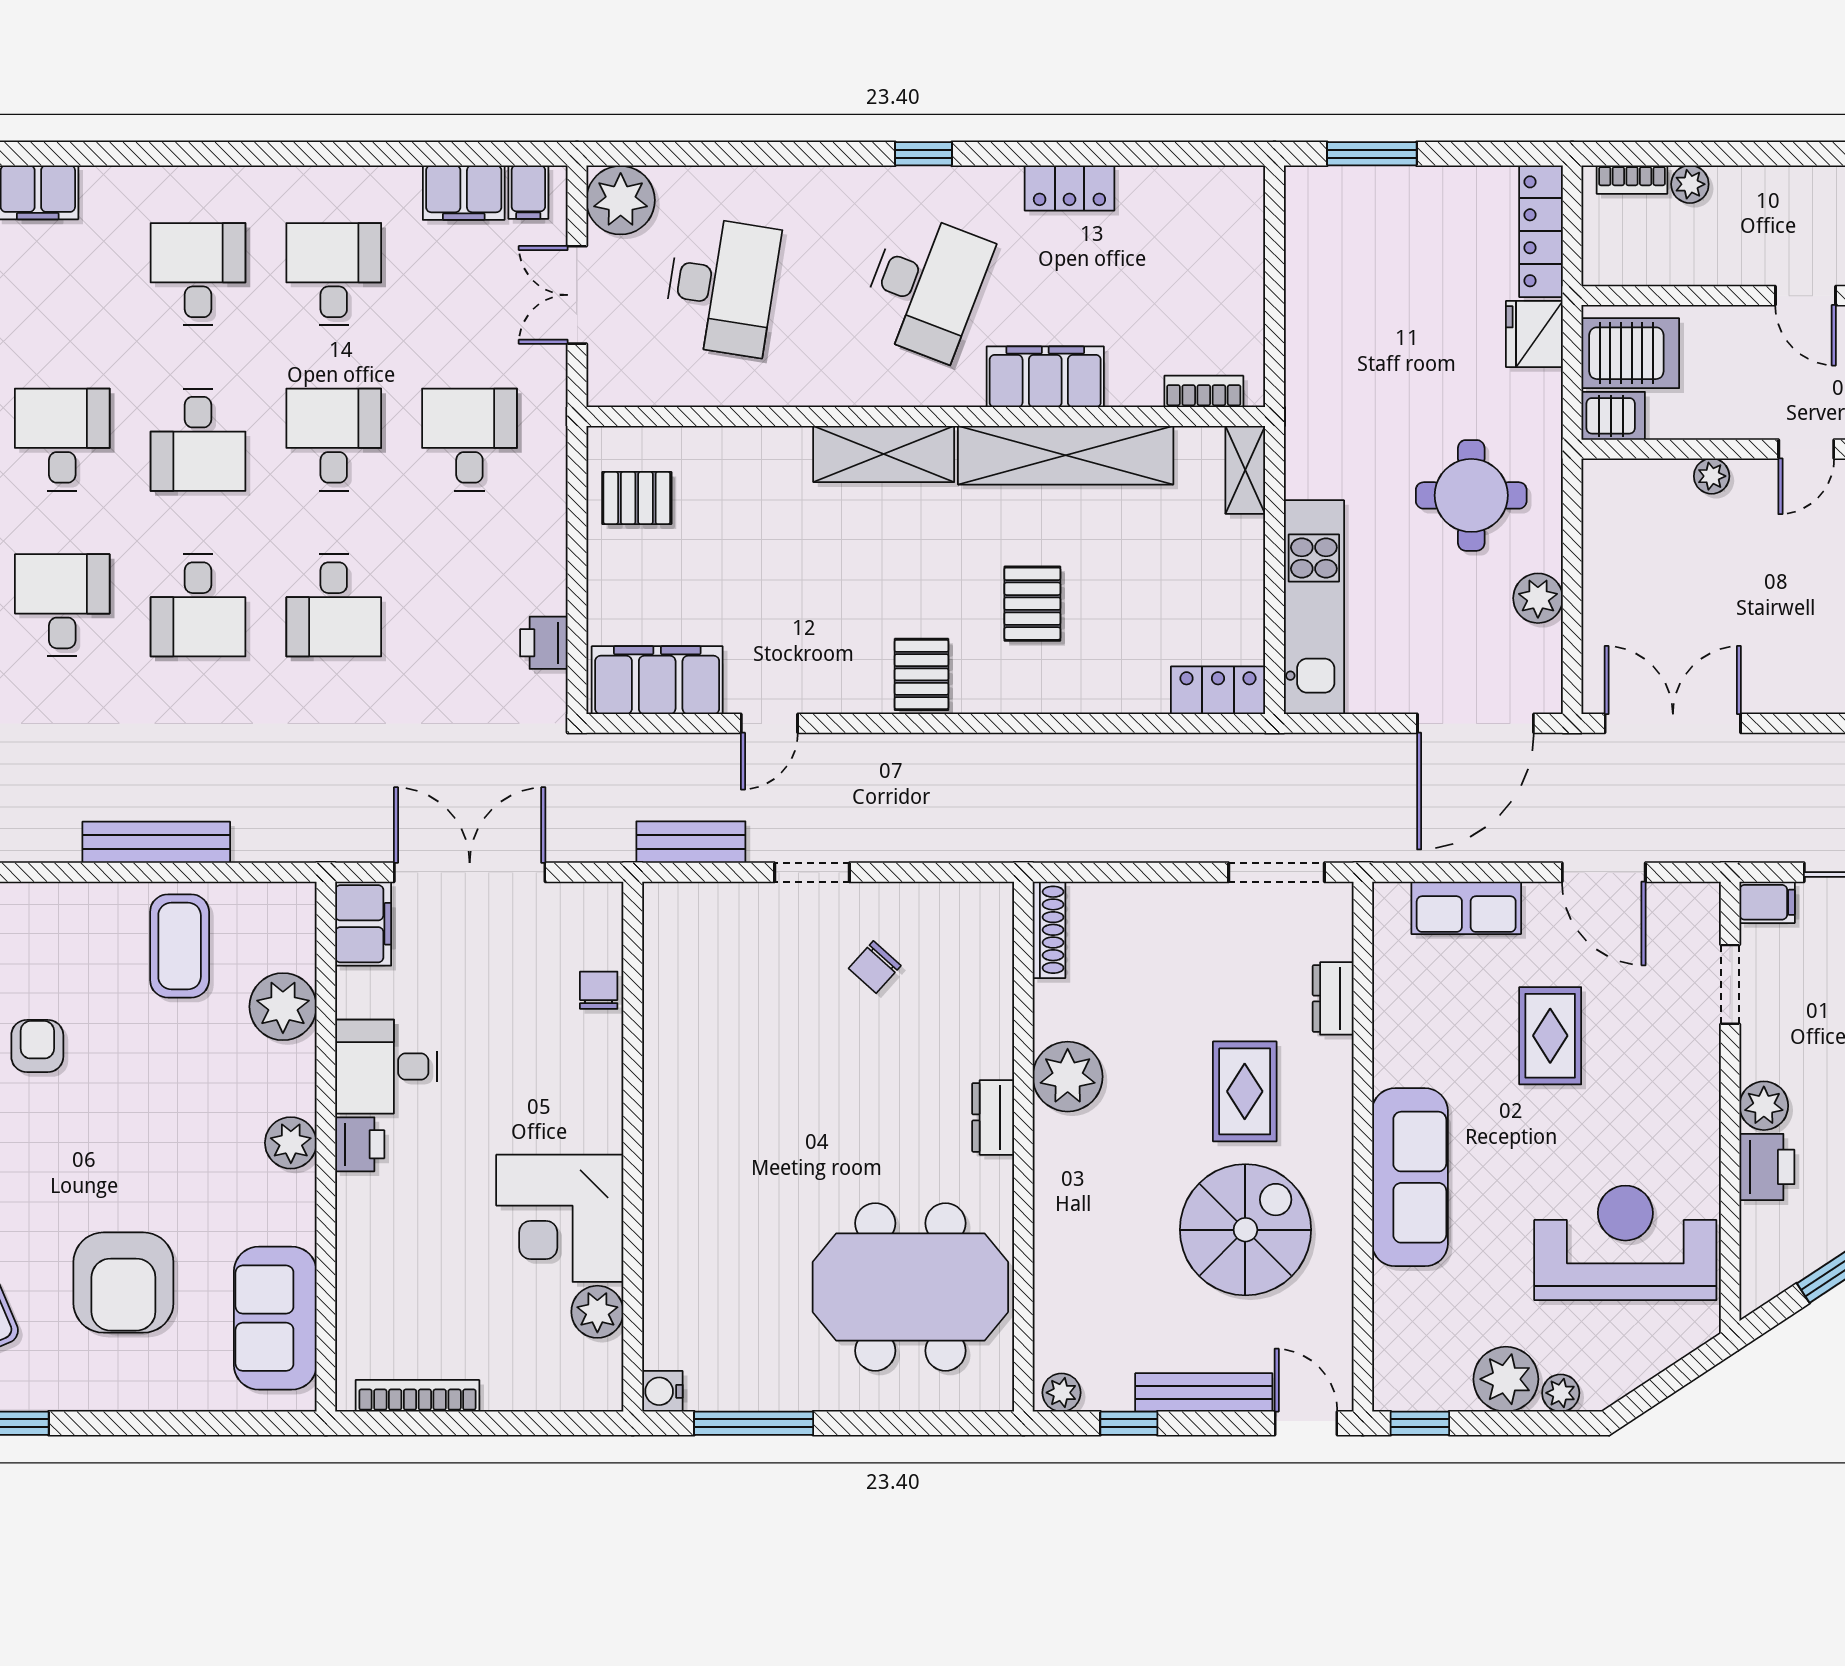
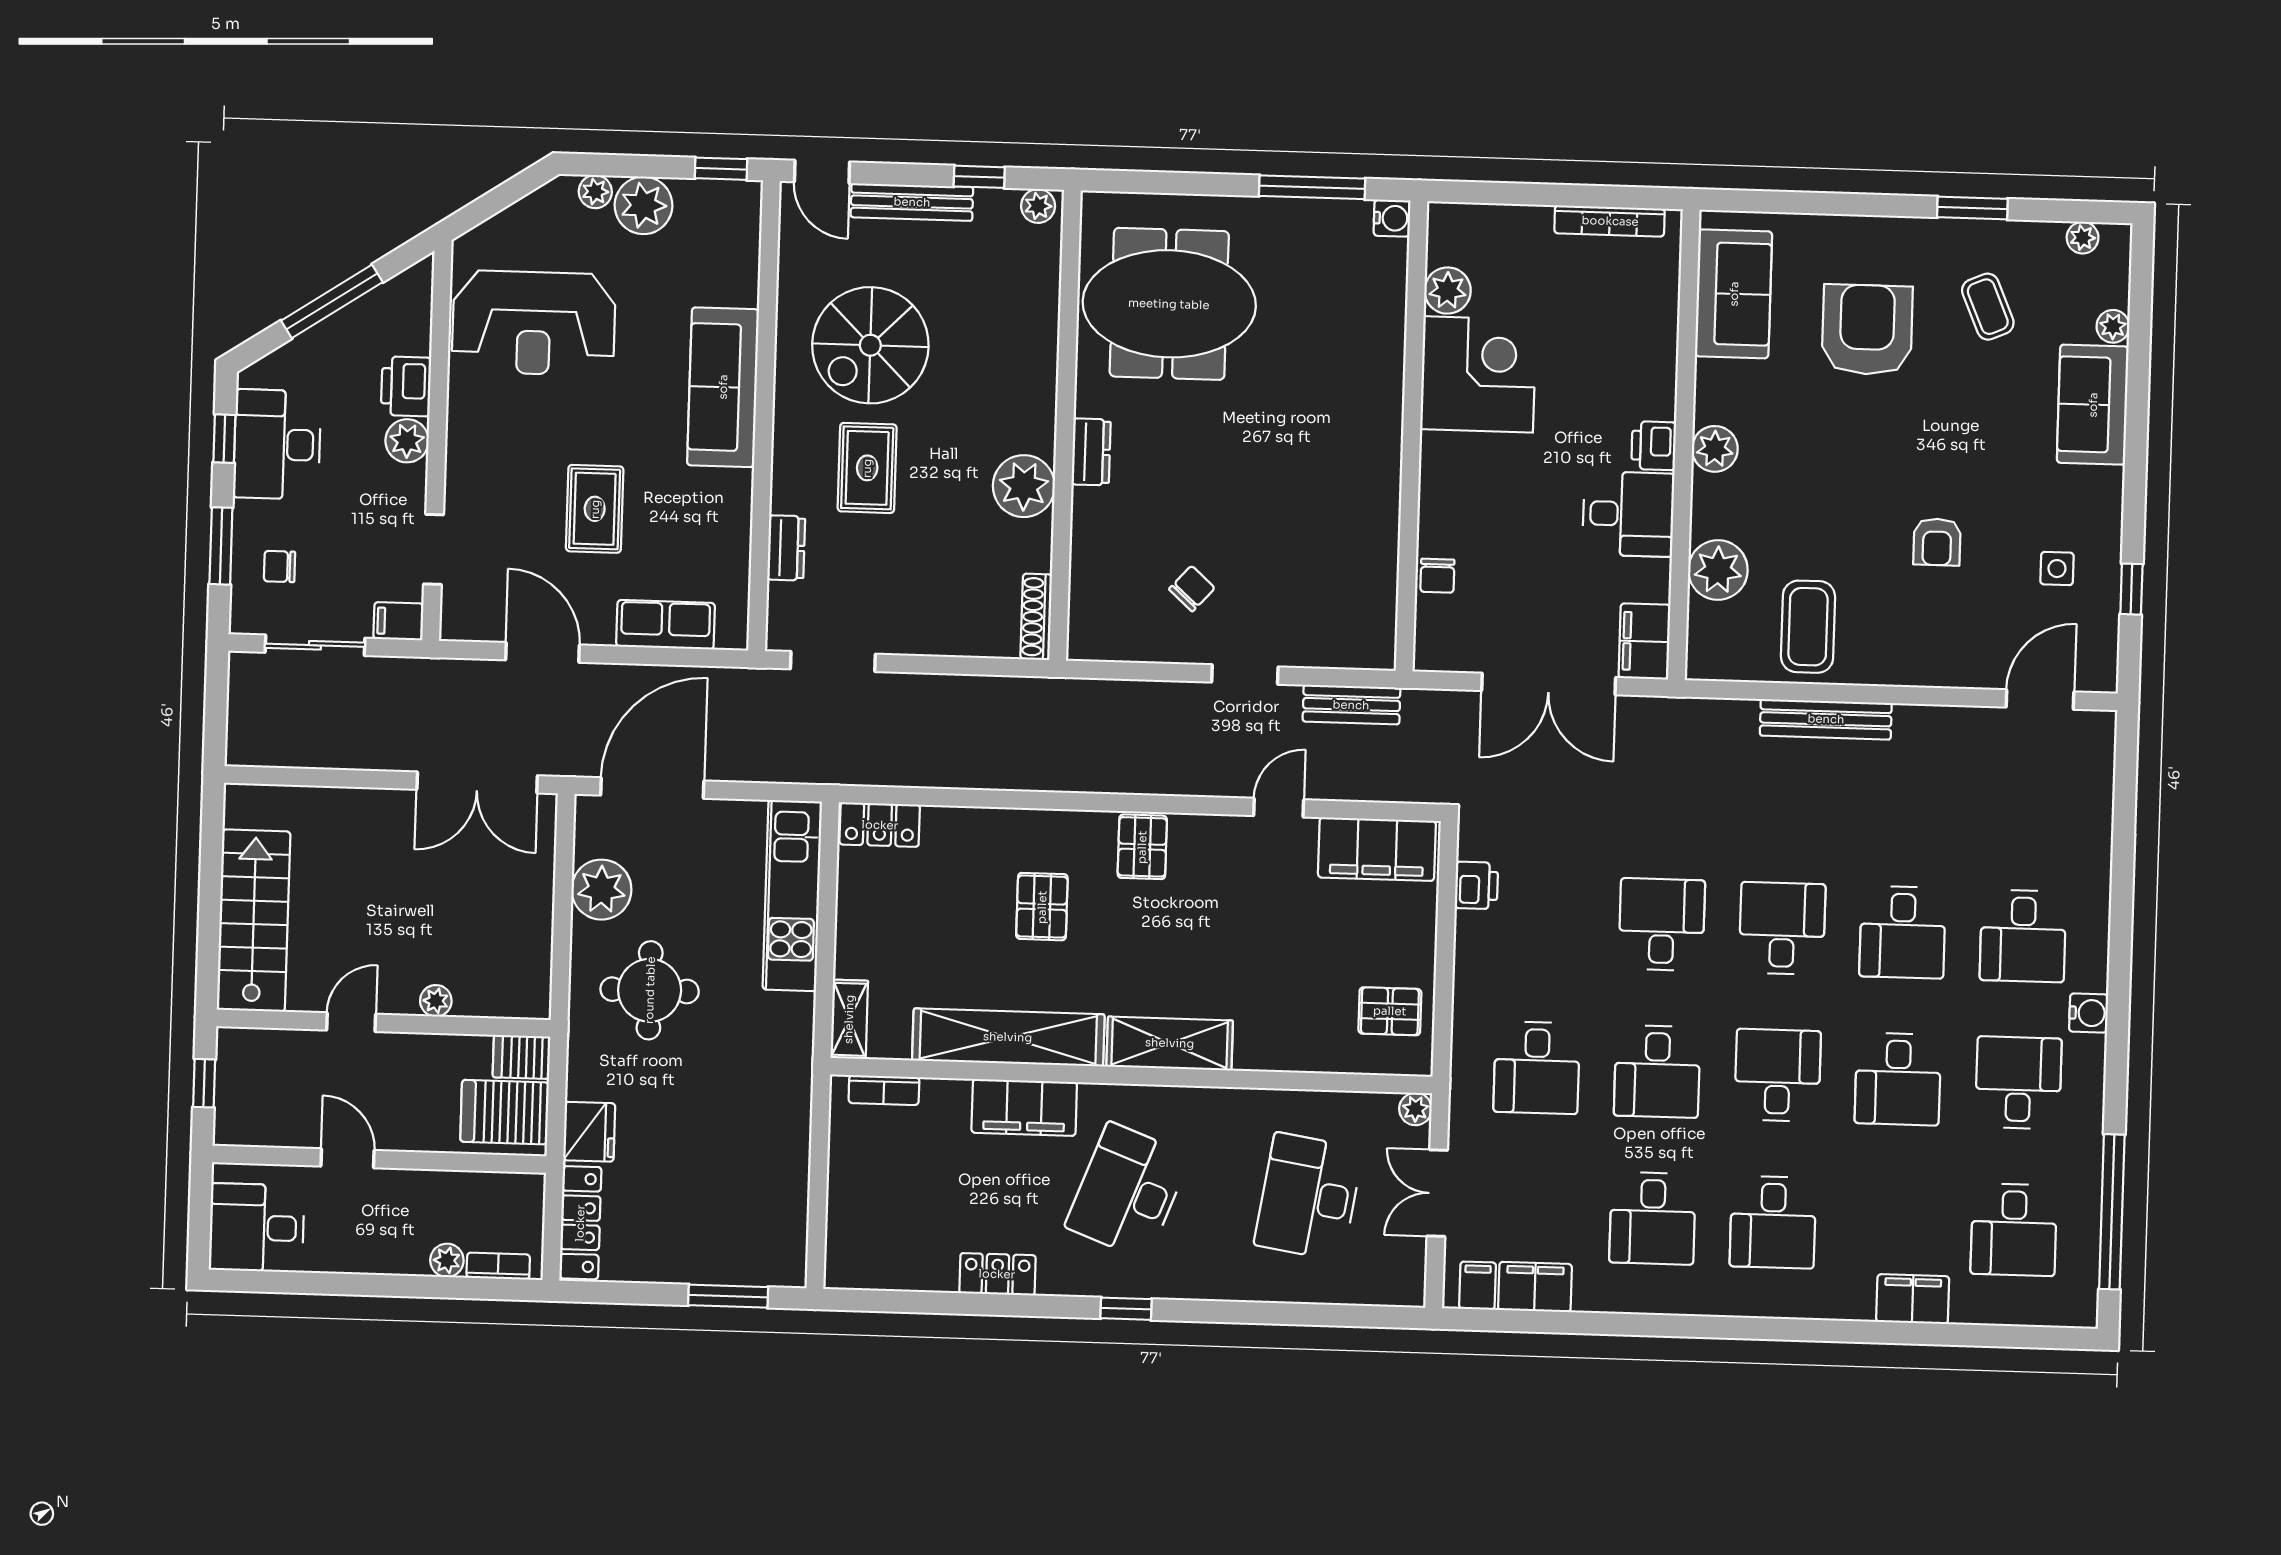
plant: (621, 200) -> (1415, 1109), moved, width x0.53, depth x0.53
double door: (577, 295) -> (1437, 1193), swing flipped
plant: (1538, 598) -> (601, 890), width x1.36, depth x1.36

